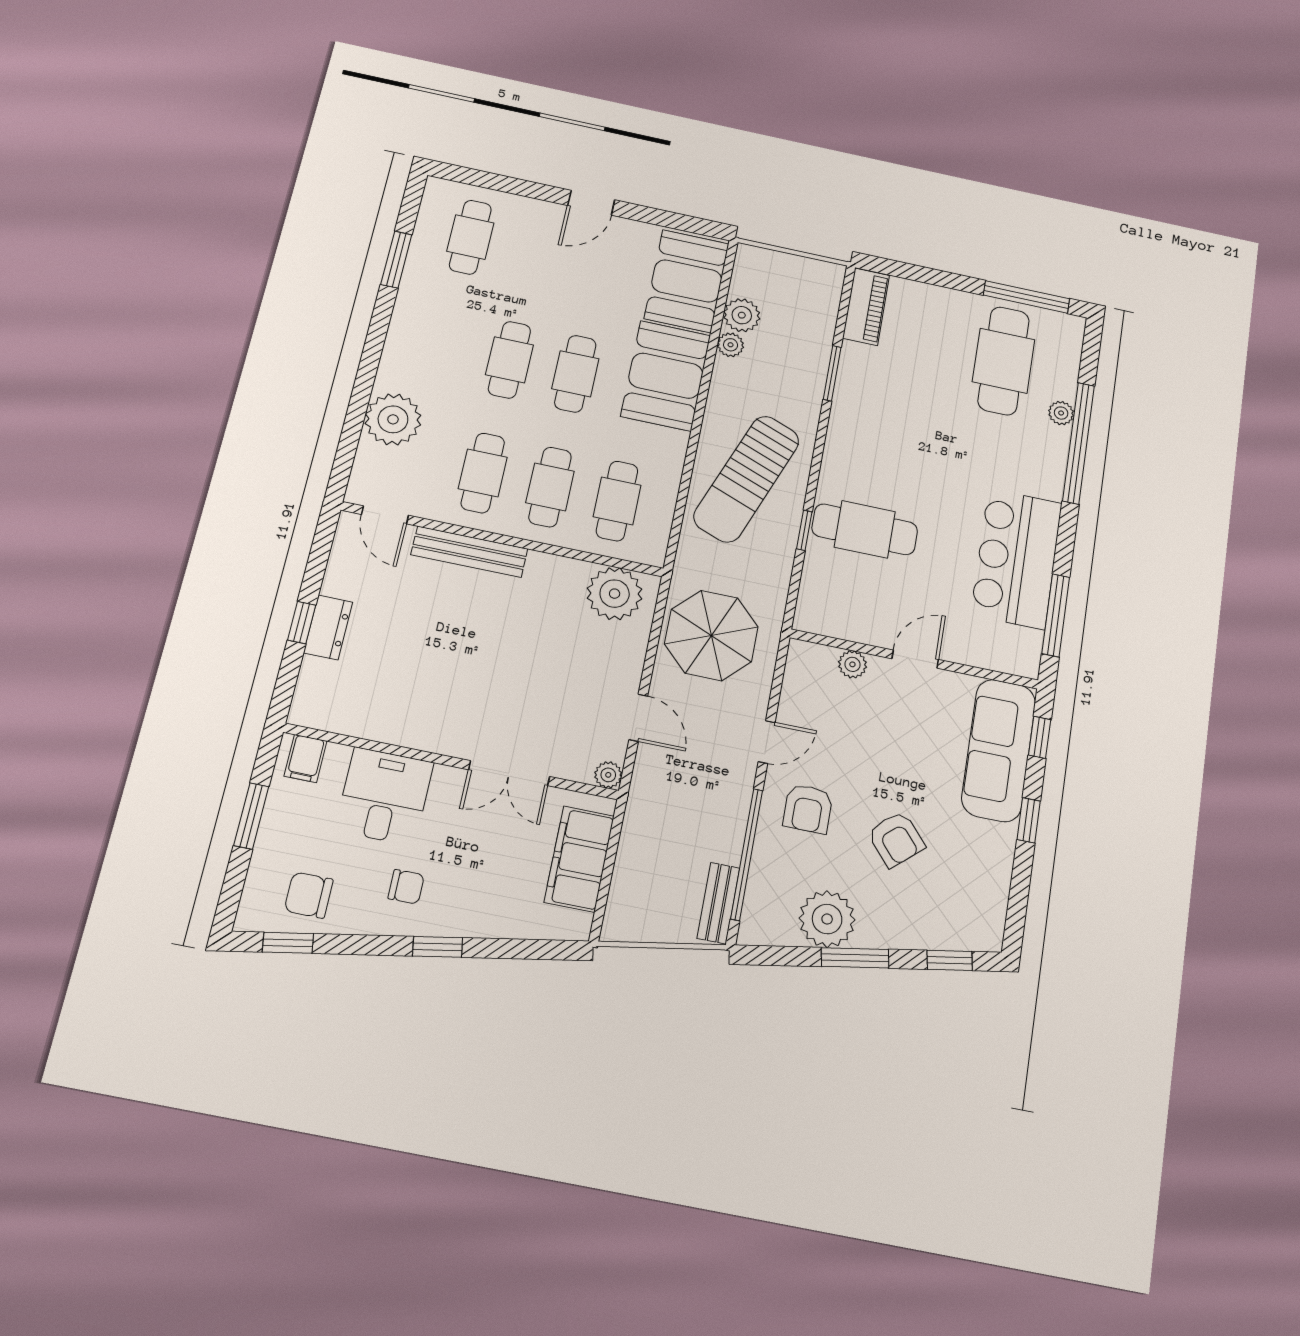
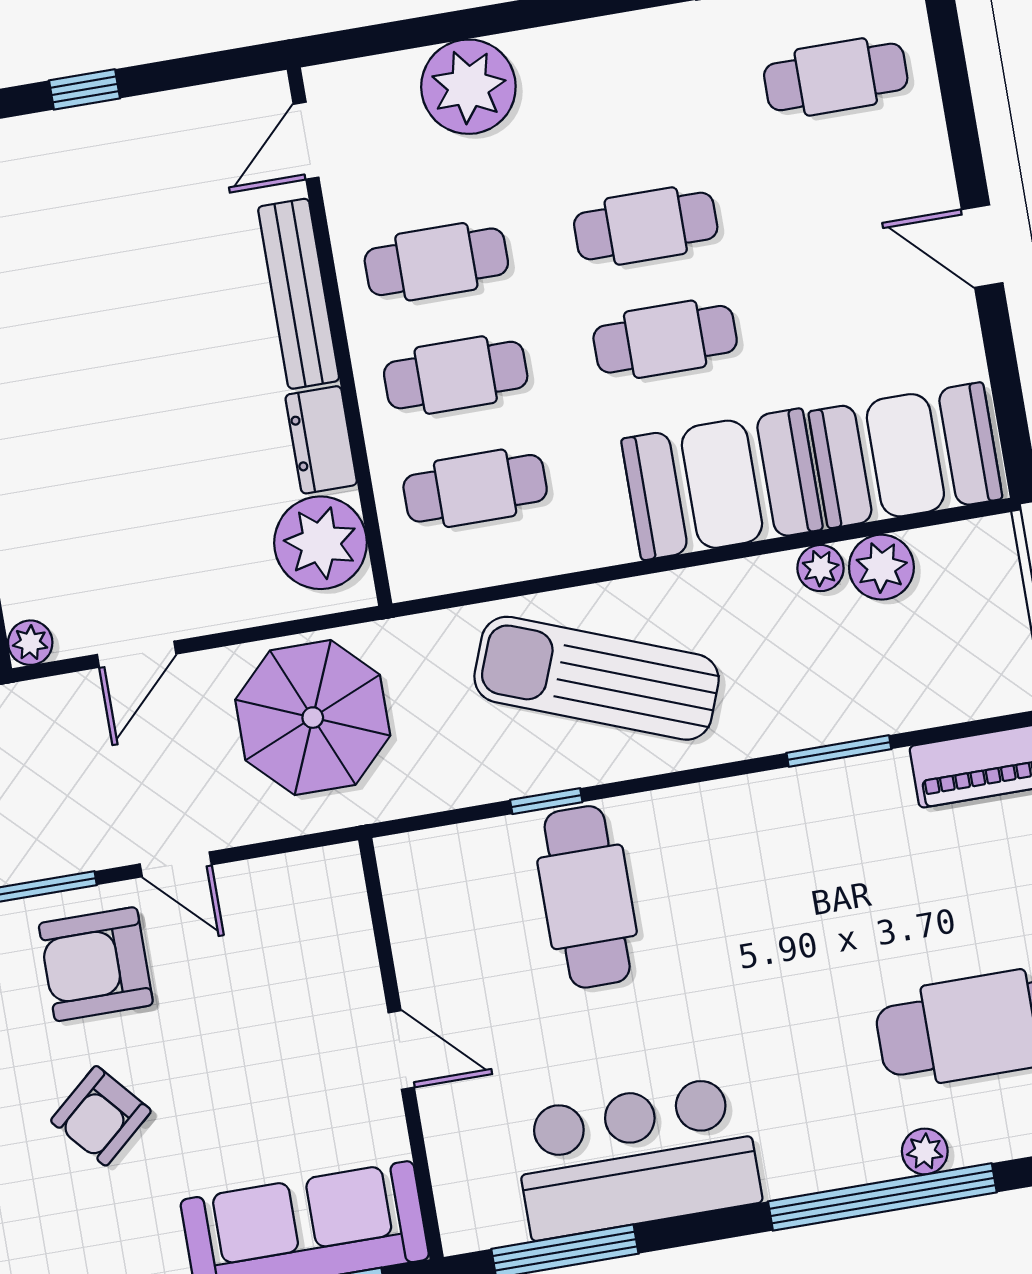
dresser: (328, 627) -> (321, 440), moved, turned 90
plant: (852, 664) -> (353, 954), removed
armchair: (808, 809) -> (96, 964), width x1.38, depth x1.38

